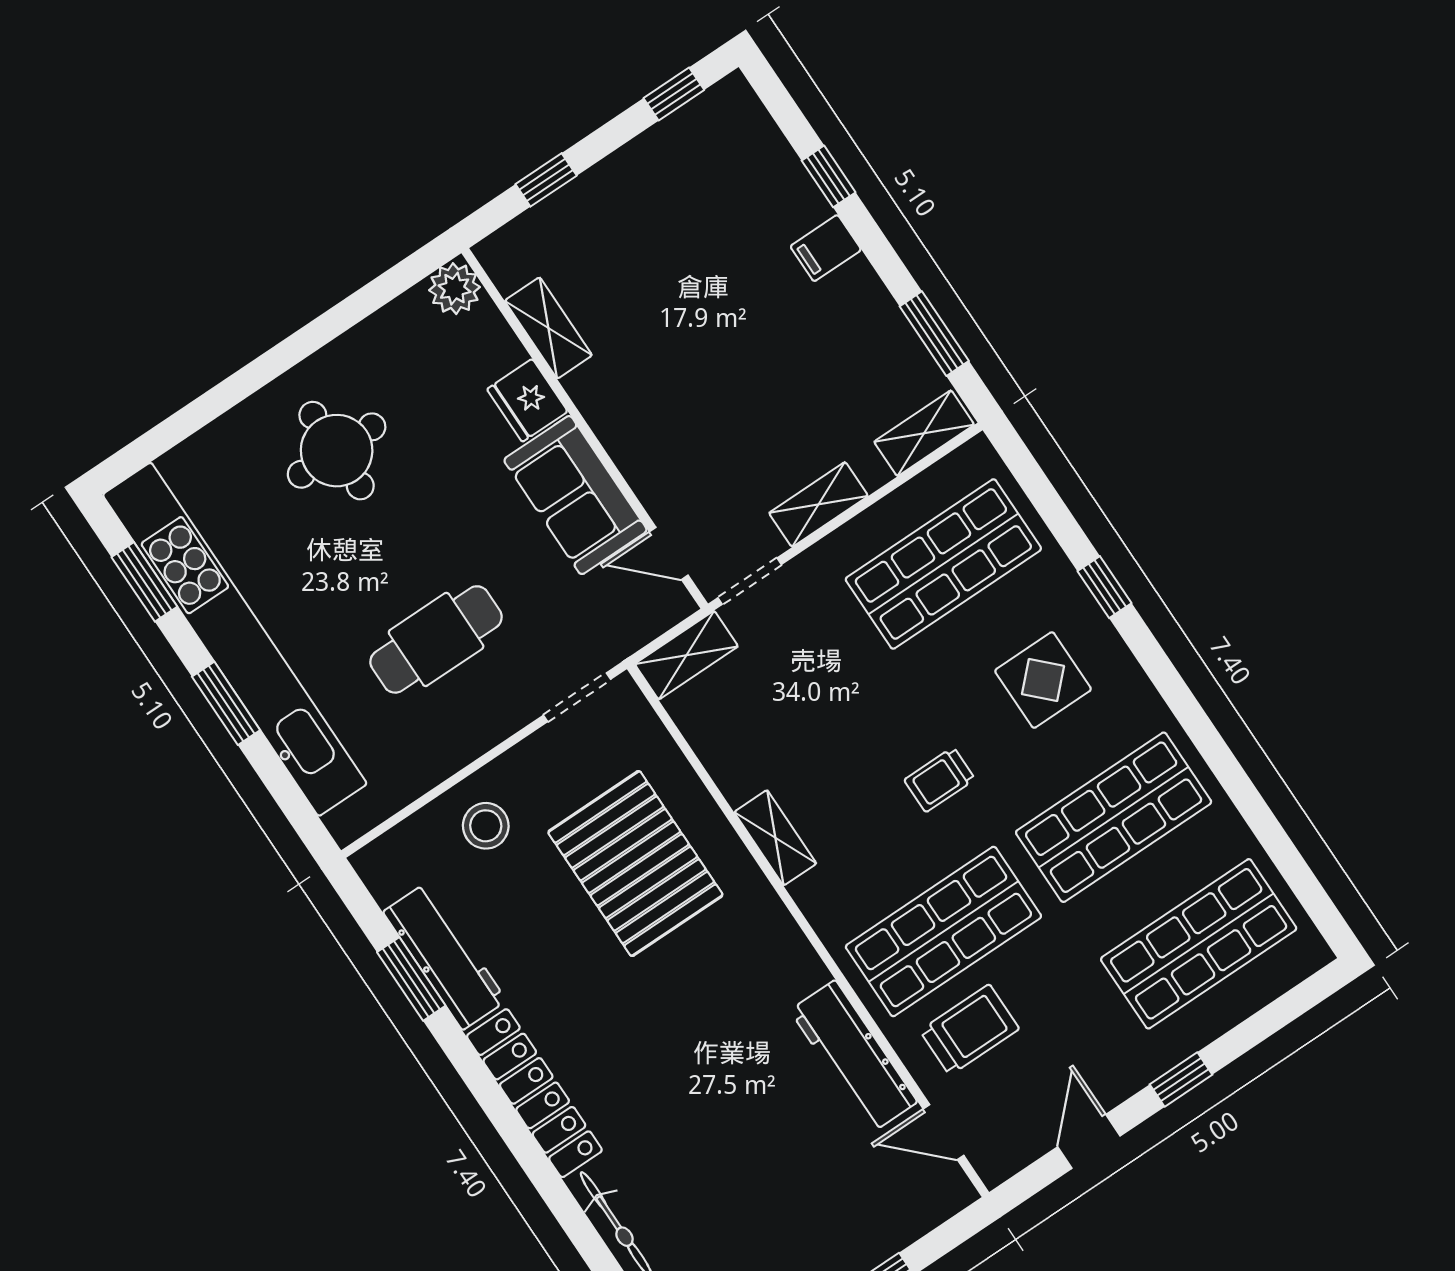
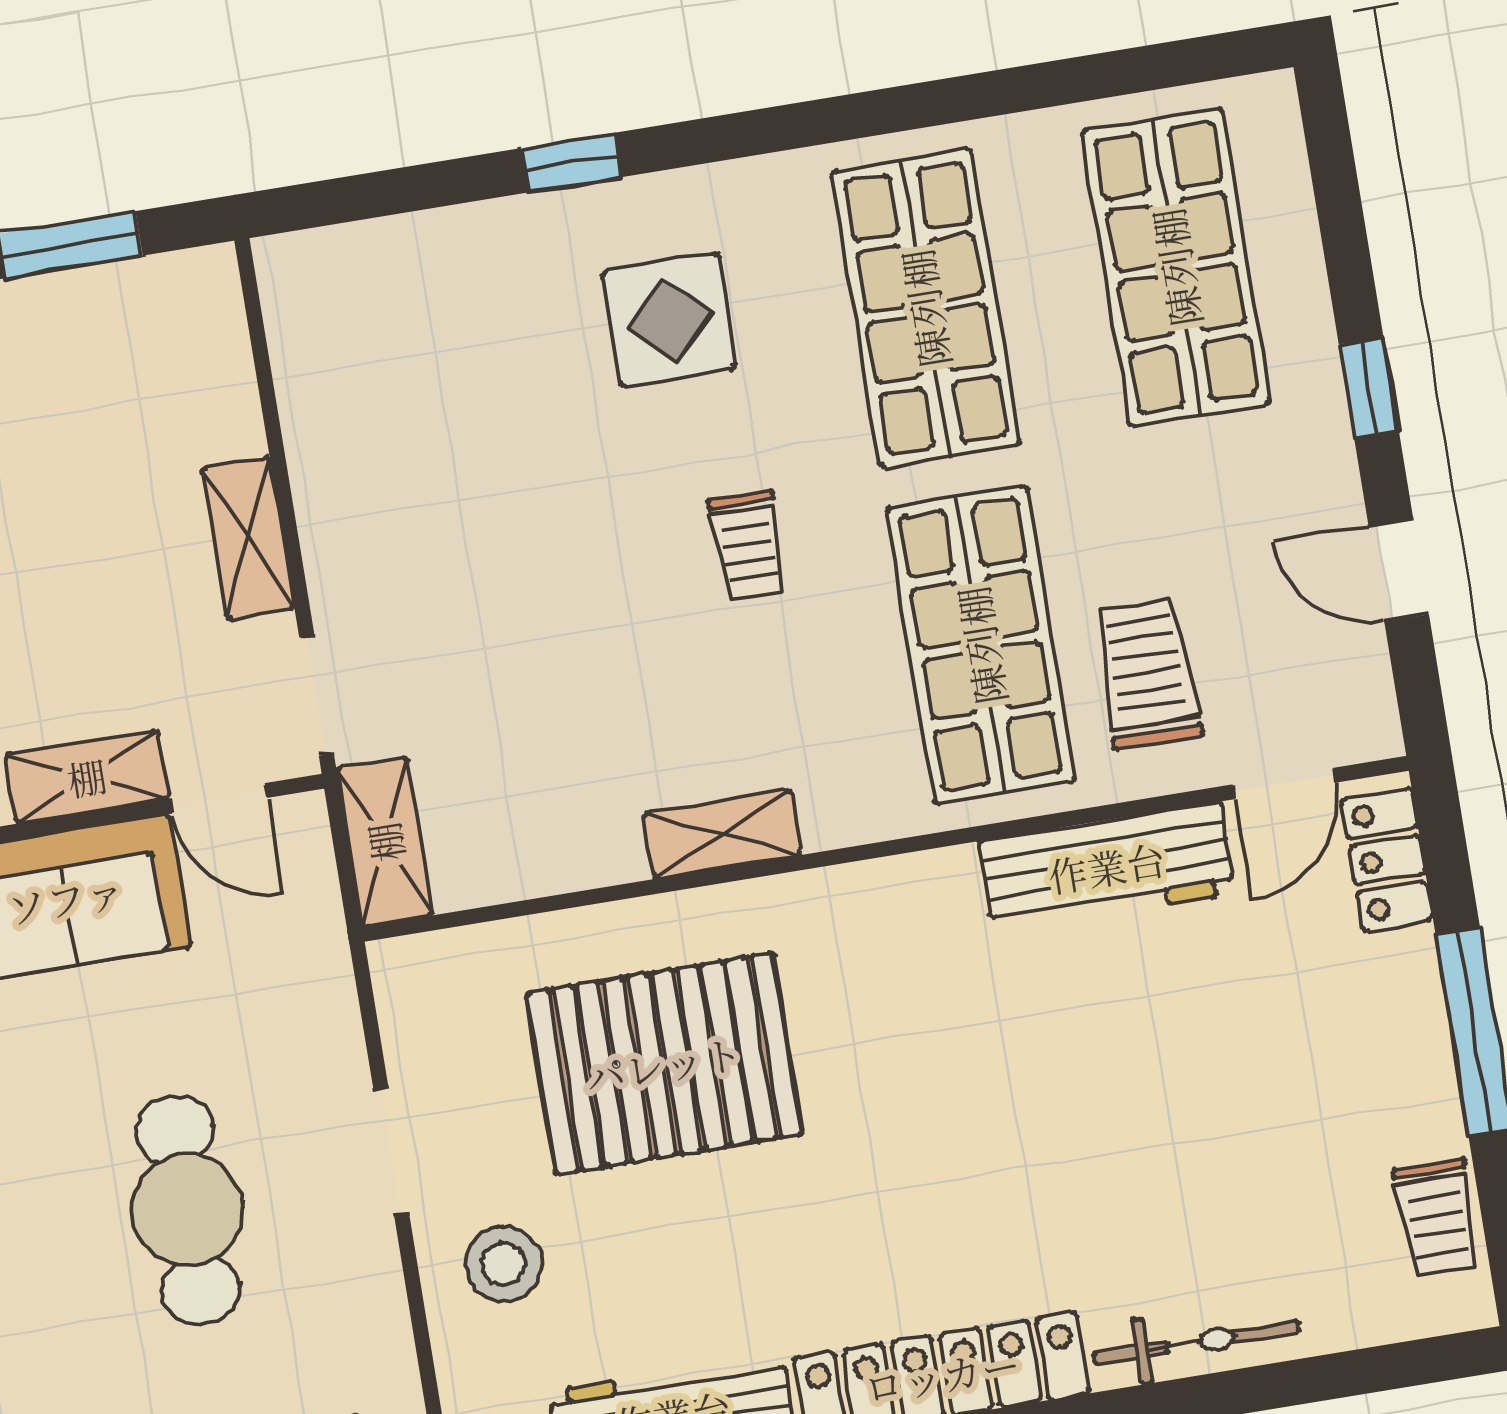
shelving: (924, 433) -> (87, 777), moved, turned 90
door: (669, 553) -> (219, 798), hinge flipped
shop shelf: (943, 564) -> (425, 390), removed
doorway: (577, 697) -> (391, 1151), moved
locker: (928, 1208) -> (1387, 860), added

